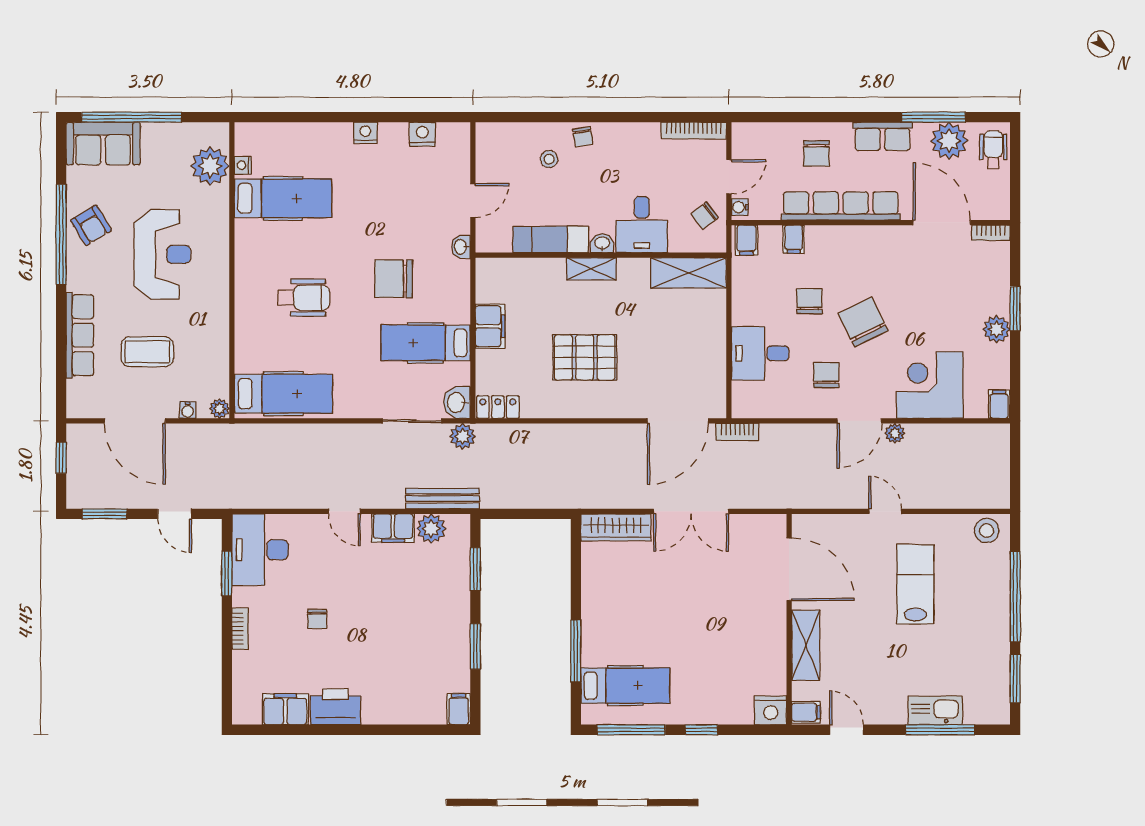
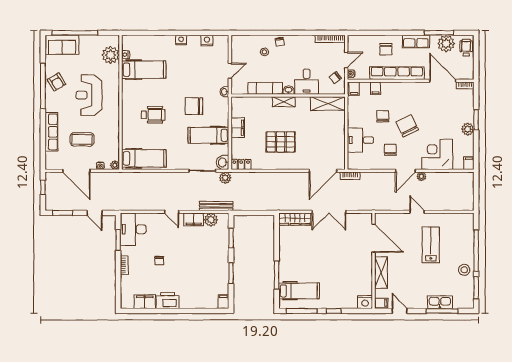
reception desk: (162, 254) -> (89, 95), turned 180
stool: (987, 531) -> (464, 270), moved

